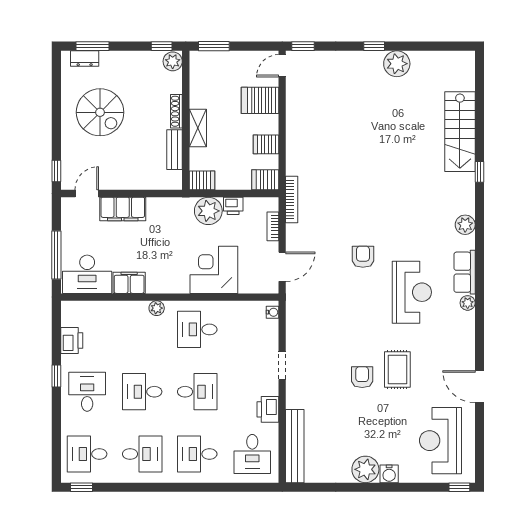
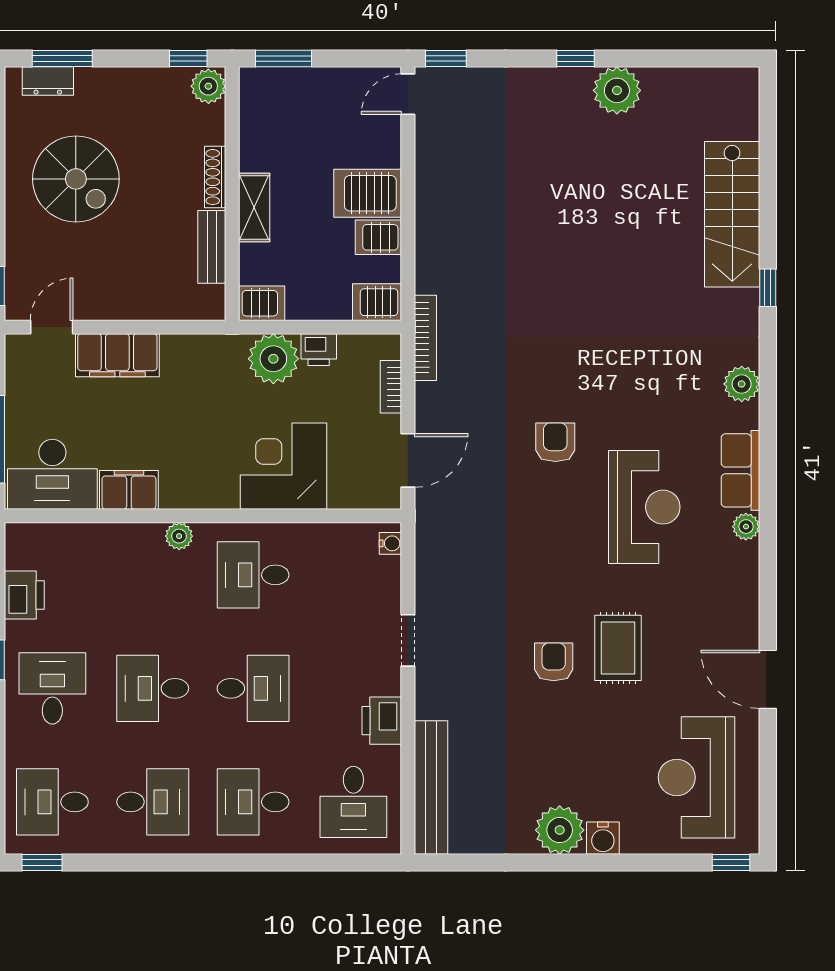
server rack: (260, 100) -> (368, 193), moved

